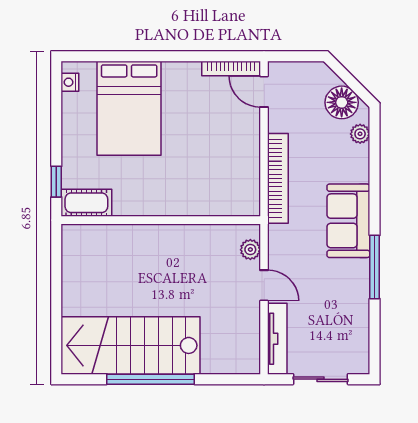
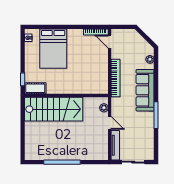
floor lamp: (342, 102) -> (142, 46), removed
sofa: (348, 221) -> (145, 90), width x1.36
stairs: (130, 345) -> (54, 109), moved, turned 180

